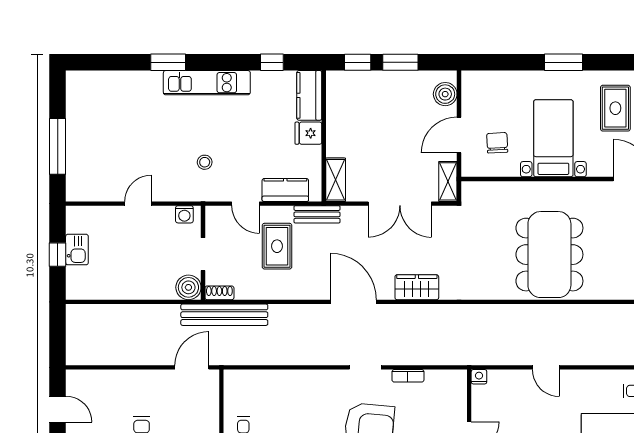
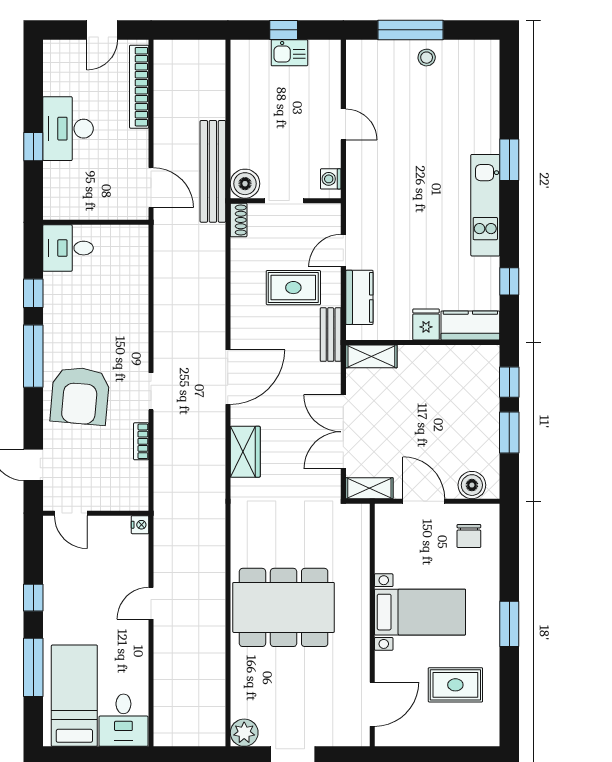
chair: (497, 143) -> (469, 536), moved, turned 93
stool: (205, 162) -> (427, 58), moved
bench: (224, 315) -> (213, 171), moved
bookcase: (106, 378) -> (139, 87), added

